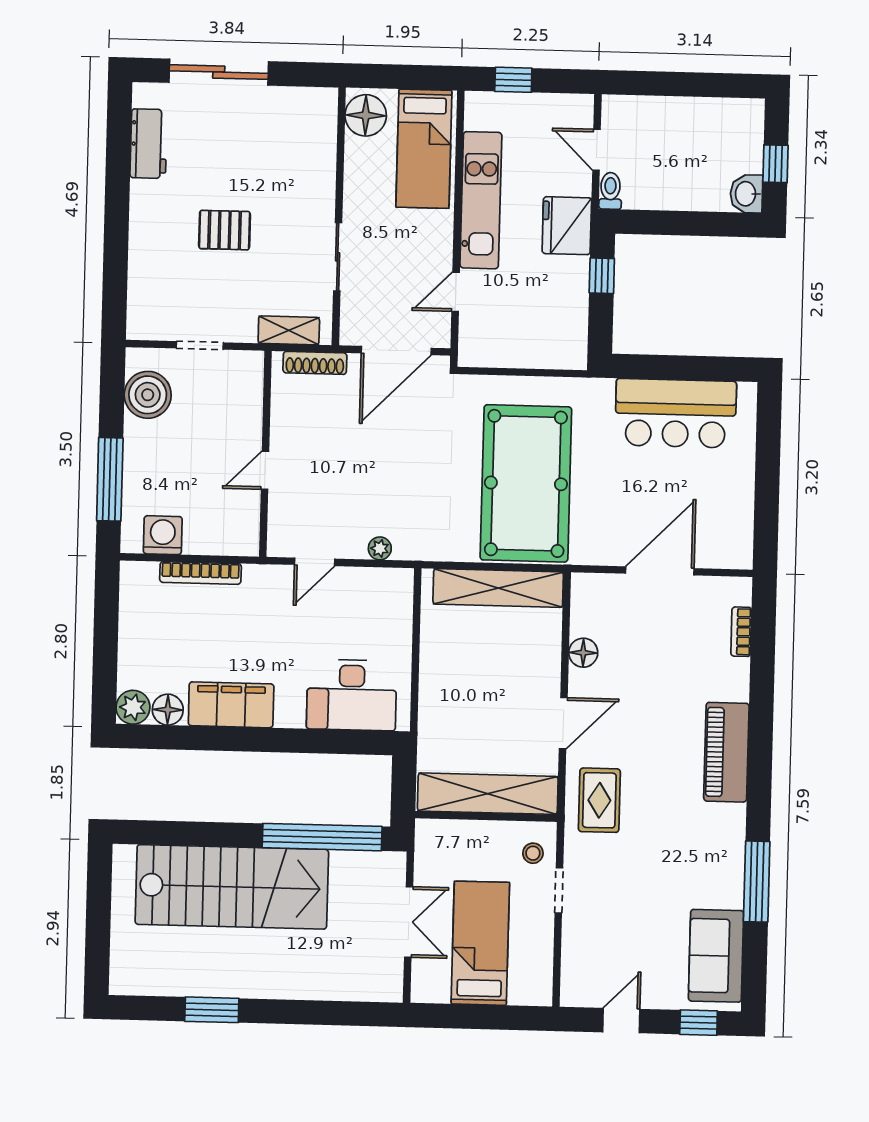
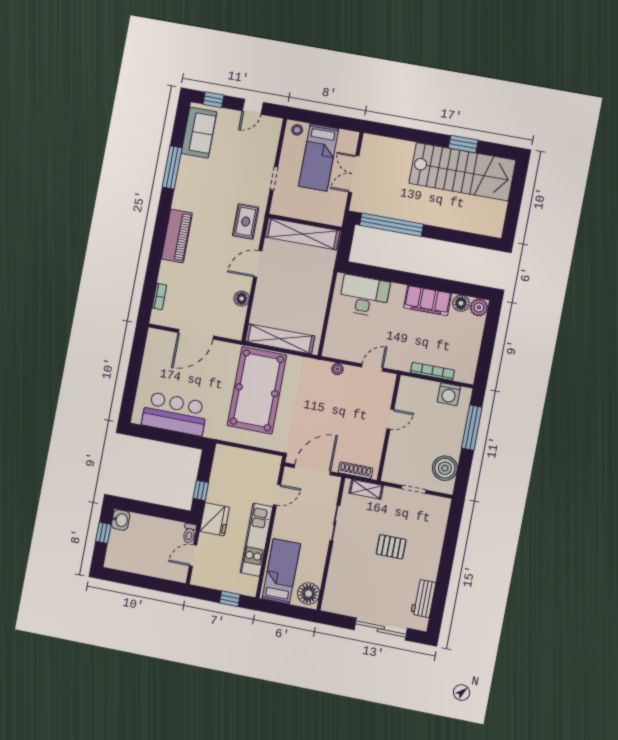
door: (597, 150) -> (193, 556), swing flipped
stool: (533, 853) -> (297, 130), moved
stairs: (232, 887) -> (462, 172), moved, turned 180

